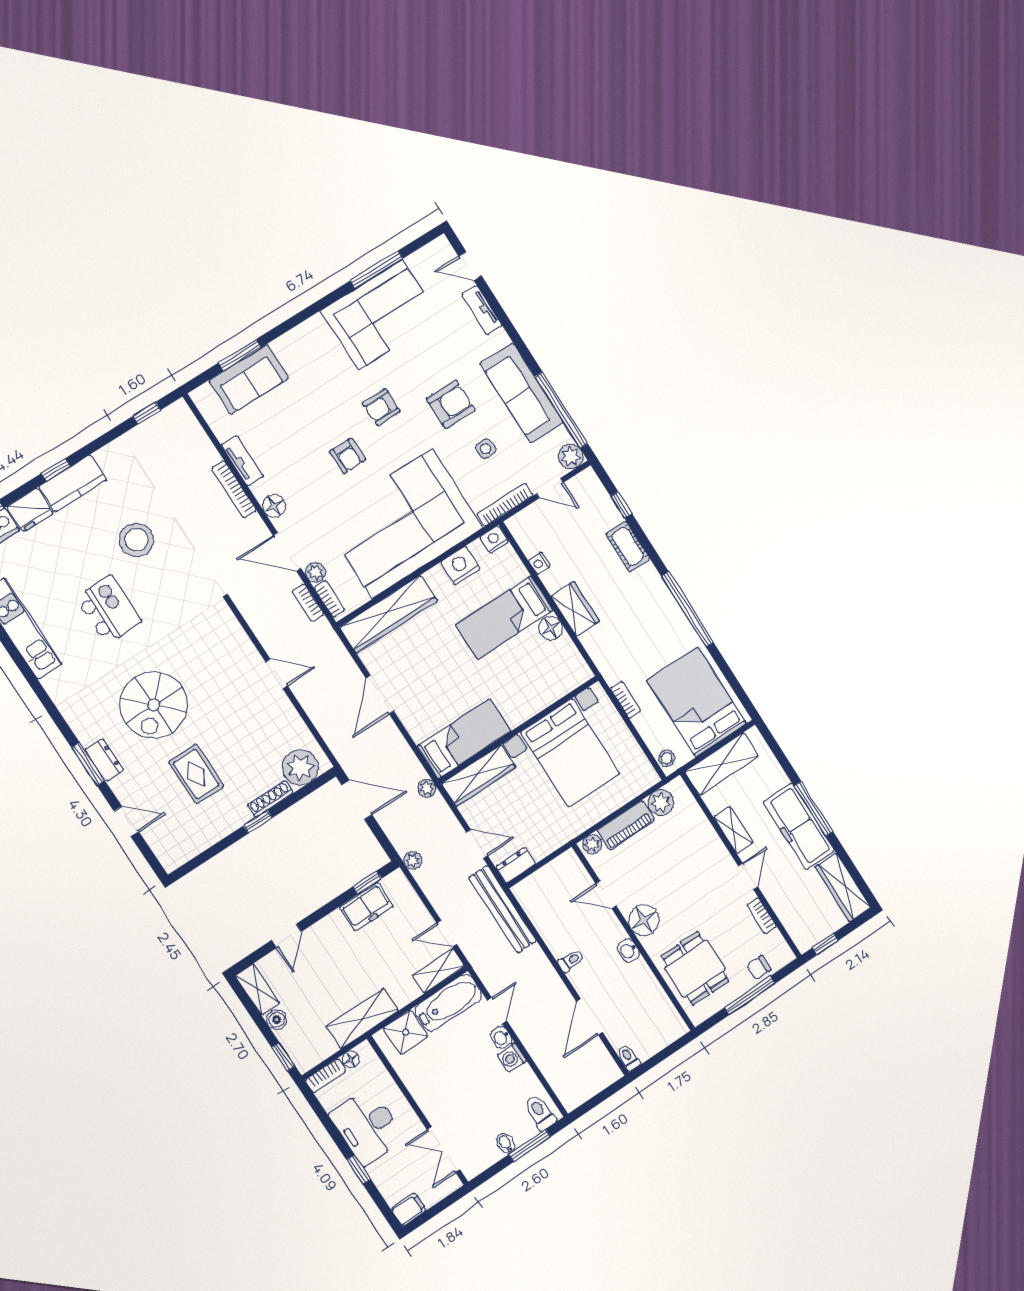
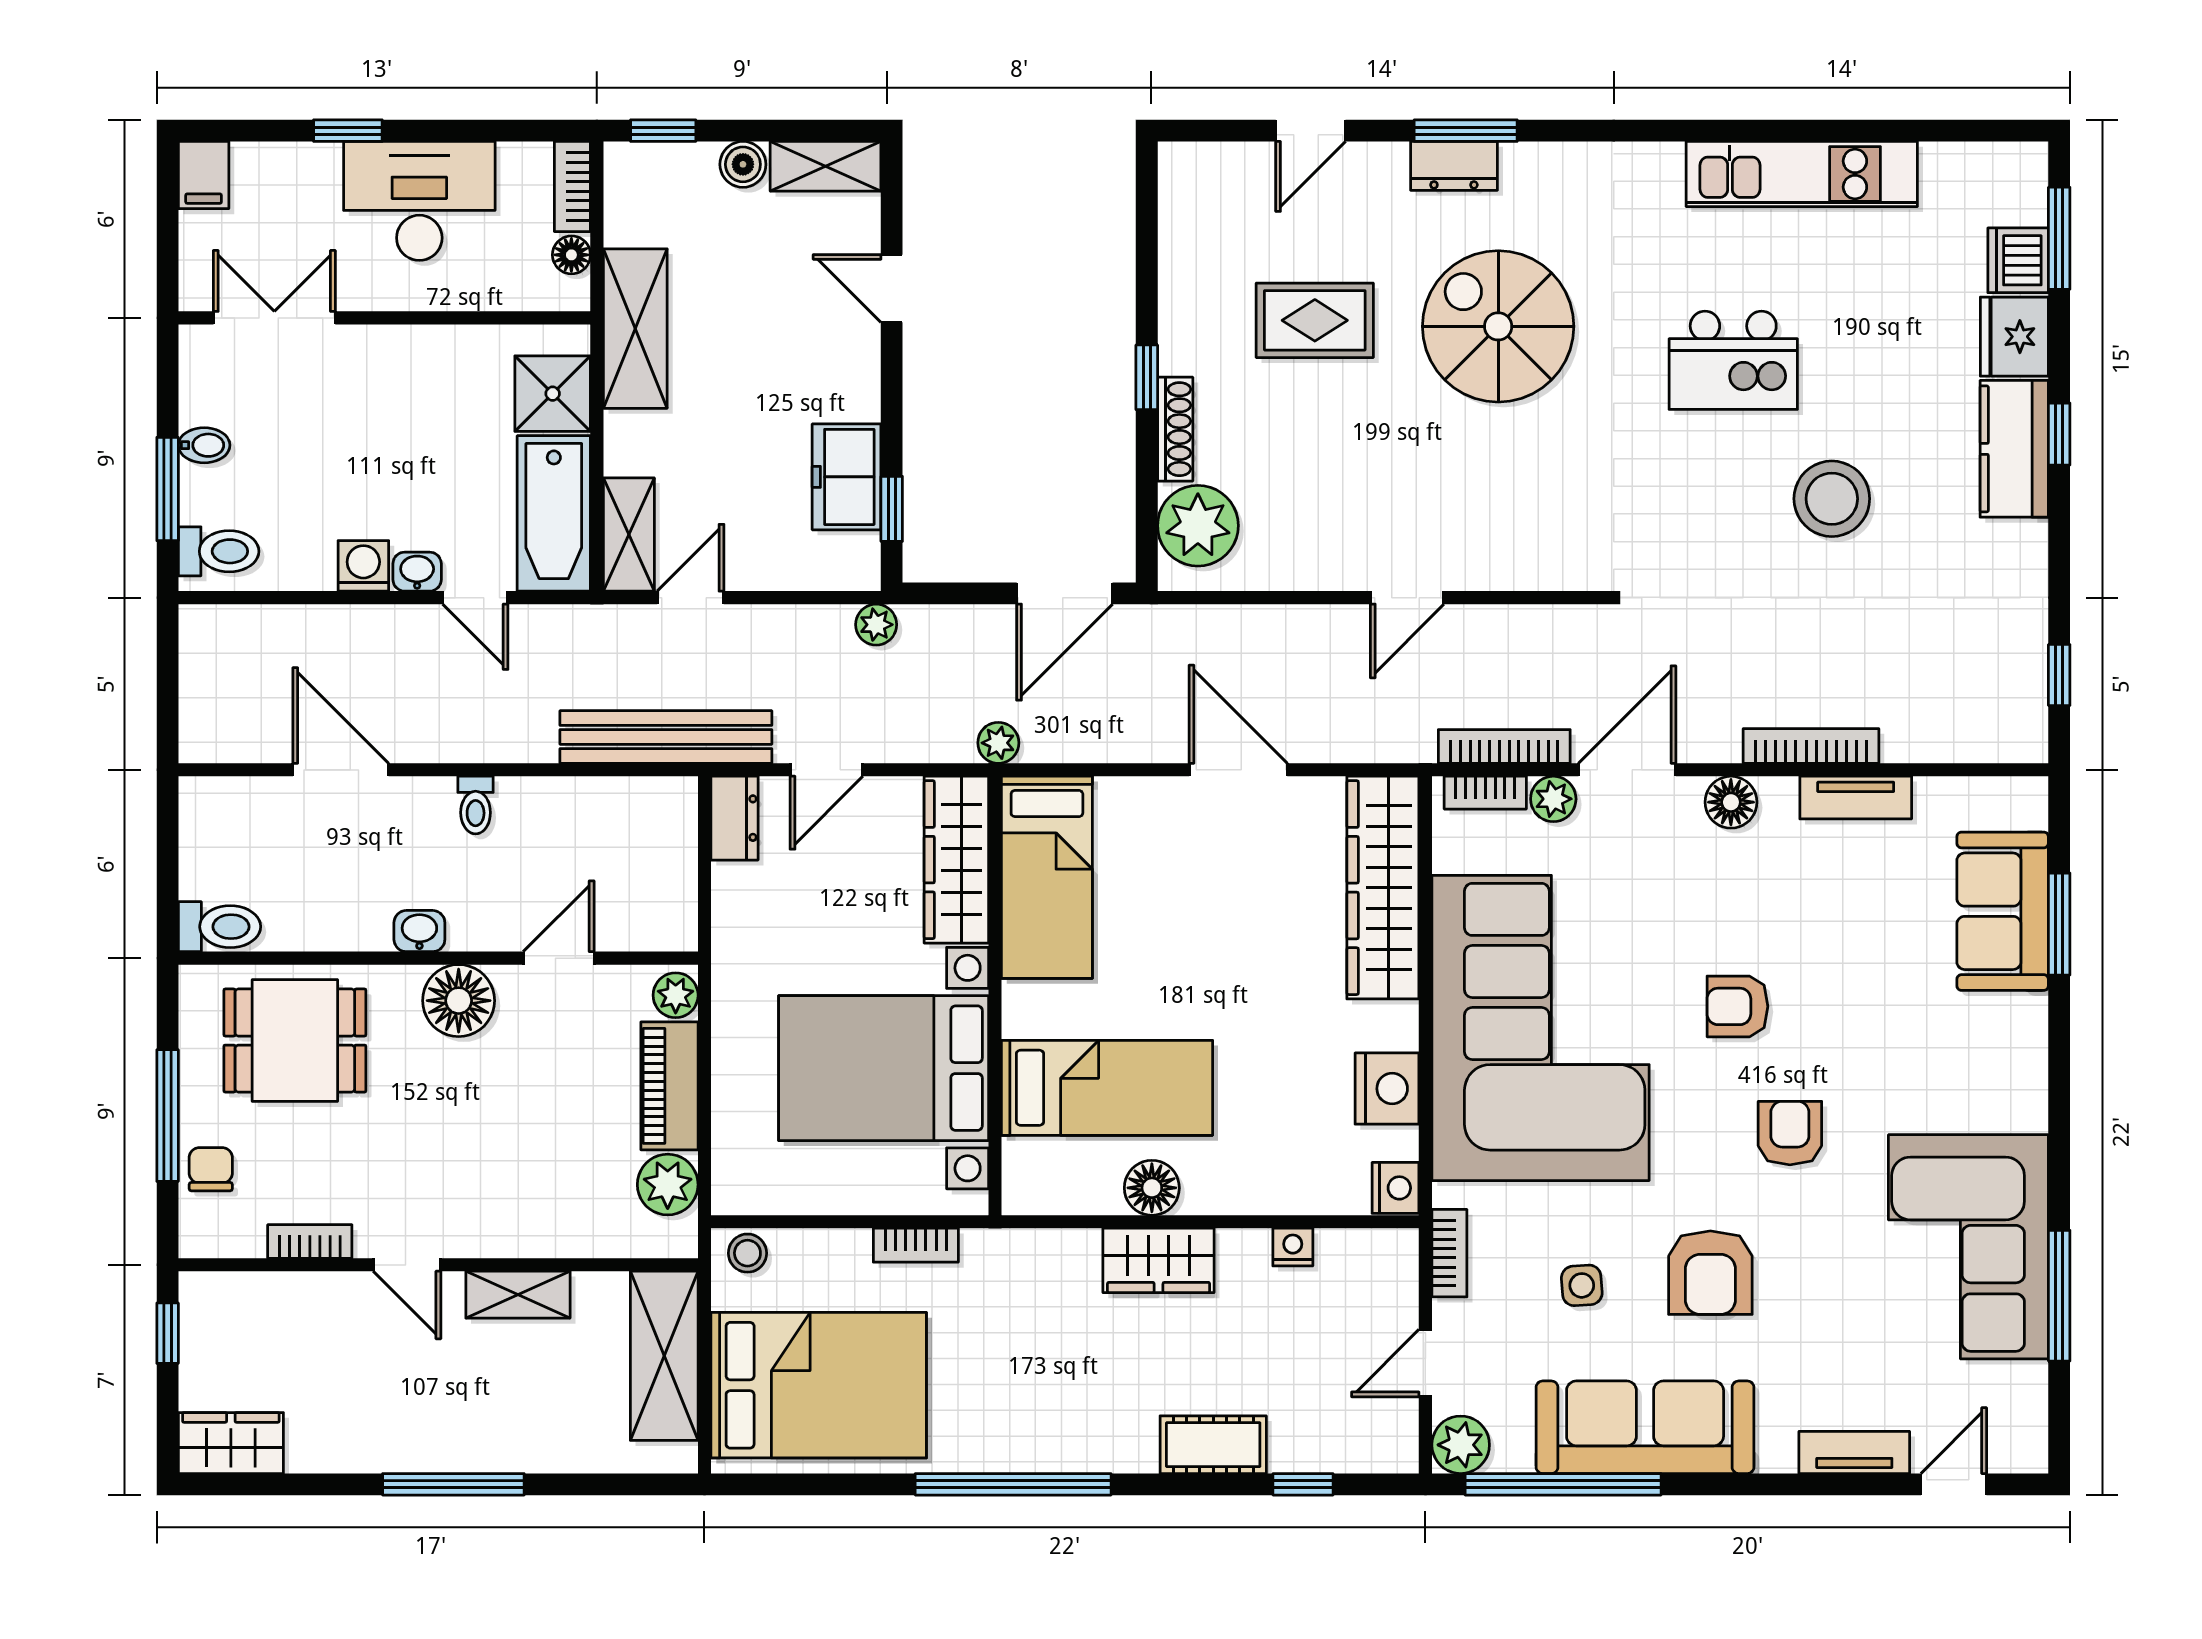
bookcase: (505, 505) -> (1449, 1253), width x0.64
bookcase: (308, 603) -> (1504, 746), width x1.56
bed: (504, 618) -> (1107, 1088), moved, turned 90
freezer: (799, 826) -> (437, 1432), removed
wardrobe: (843, 887) -> (231, 1443), width x0.67
toilet: (629, 1058) -> (219, 927), moved, width x1.37, depth x1.39

